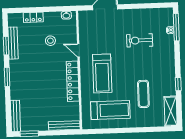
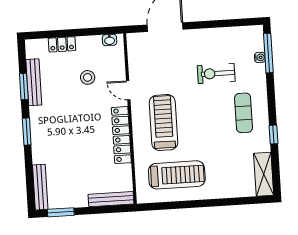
treadmill: (102, 73) -> (164, 123), turned 180
exercise mat: (143, 94) -> (244, 113), moved

